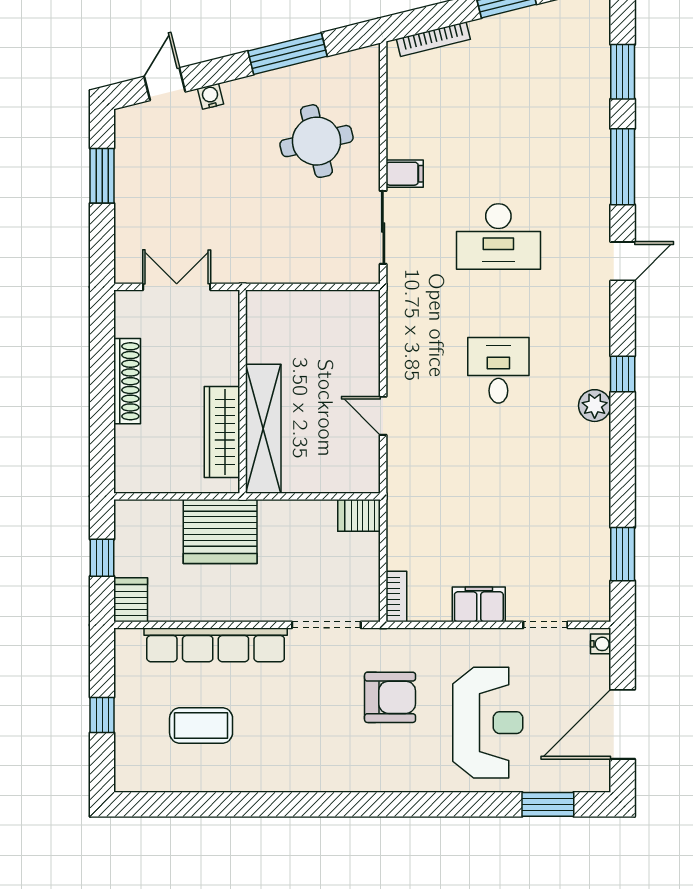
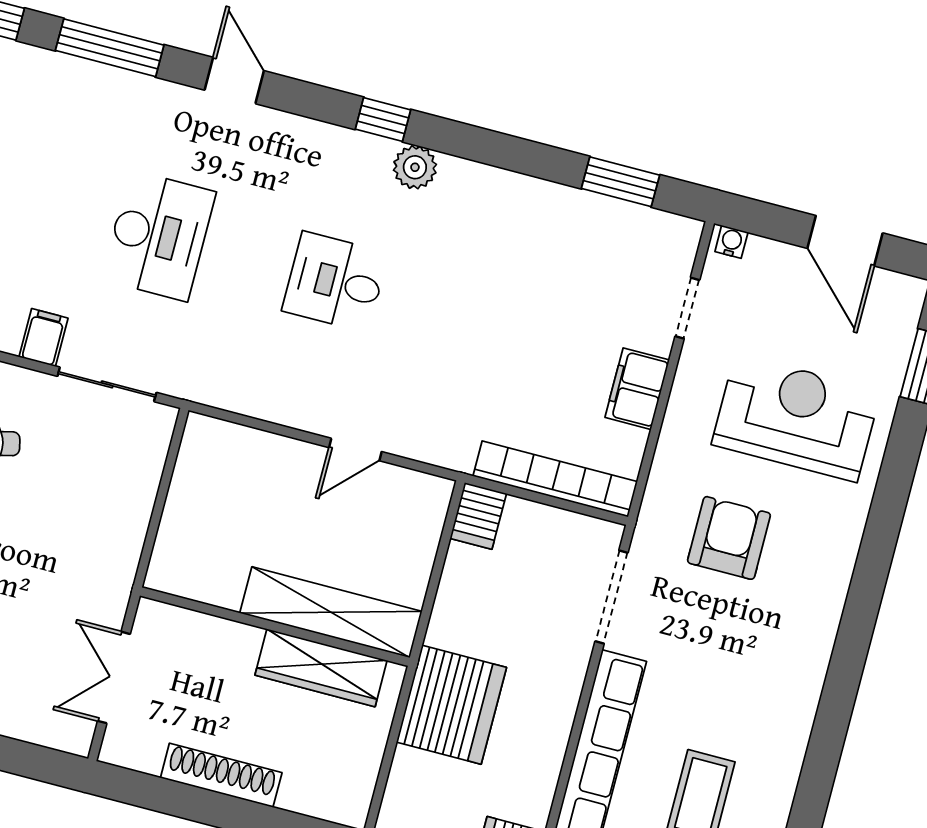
bookcase: (396, 596) -> (555, 479), width x2.31, depth x1.31
door: (623, 724) -> (845, 241), width x0.73

